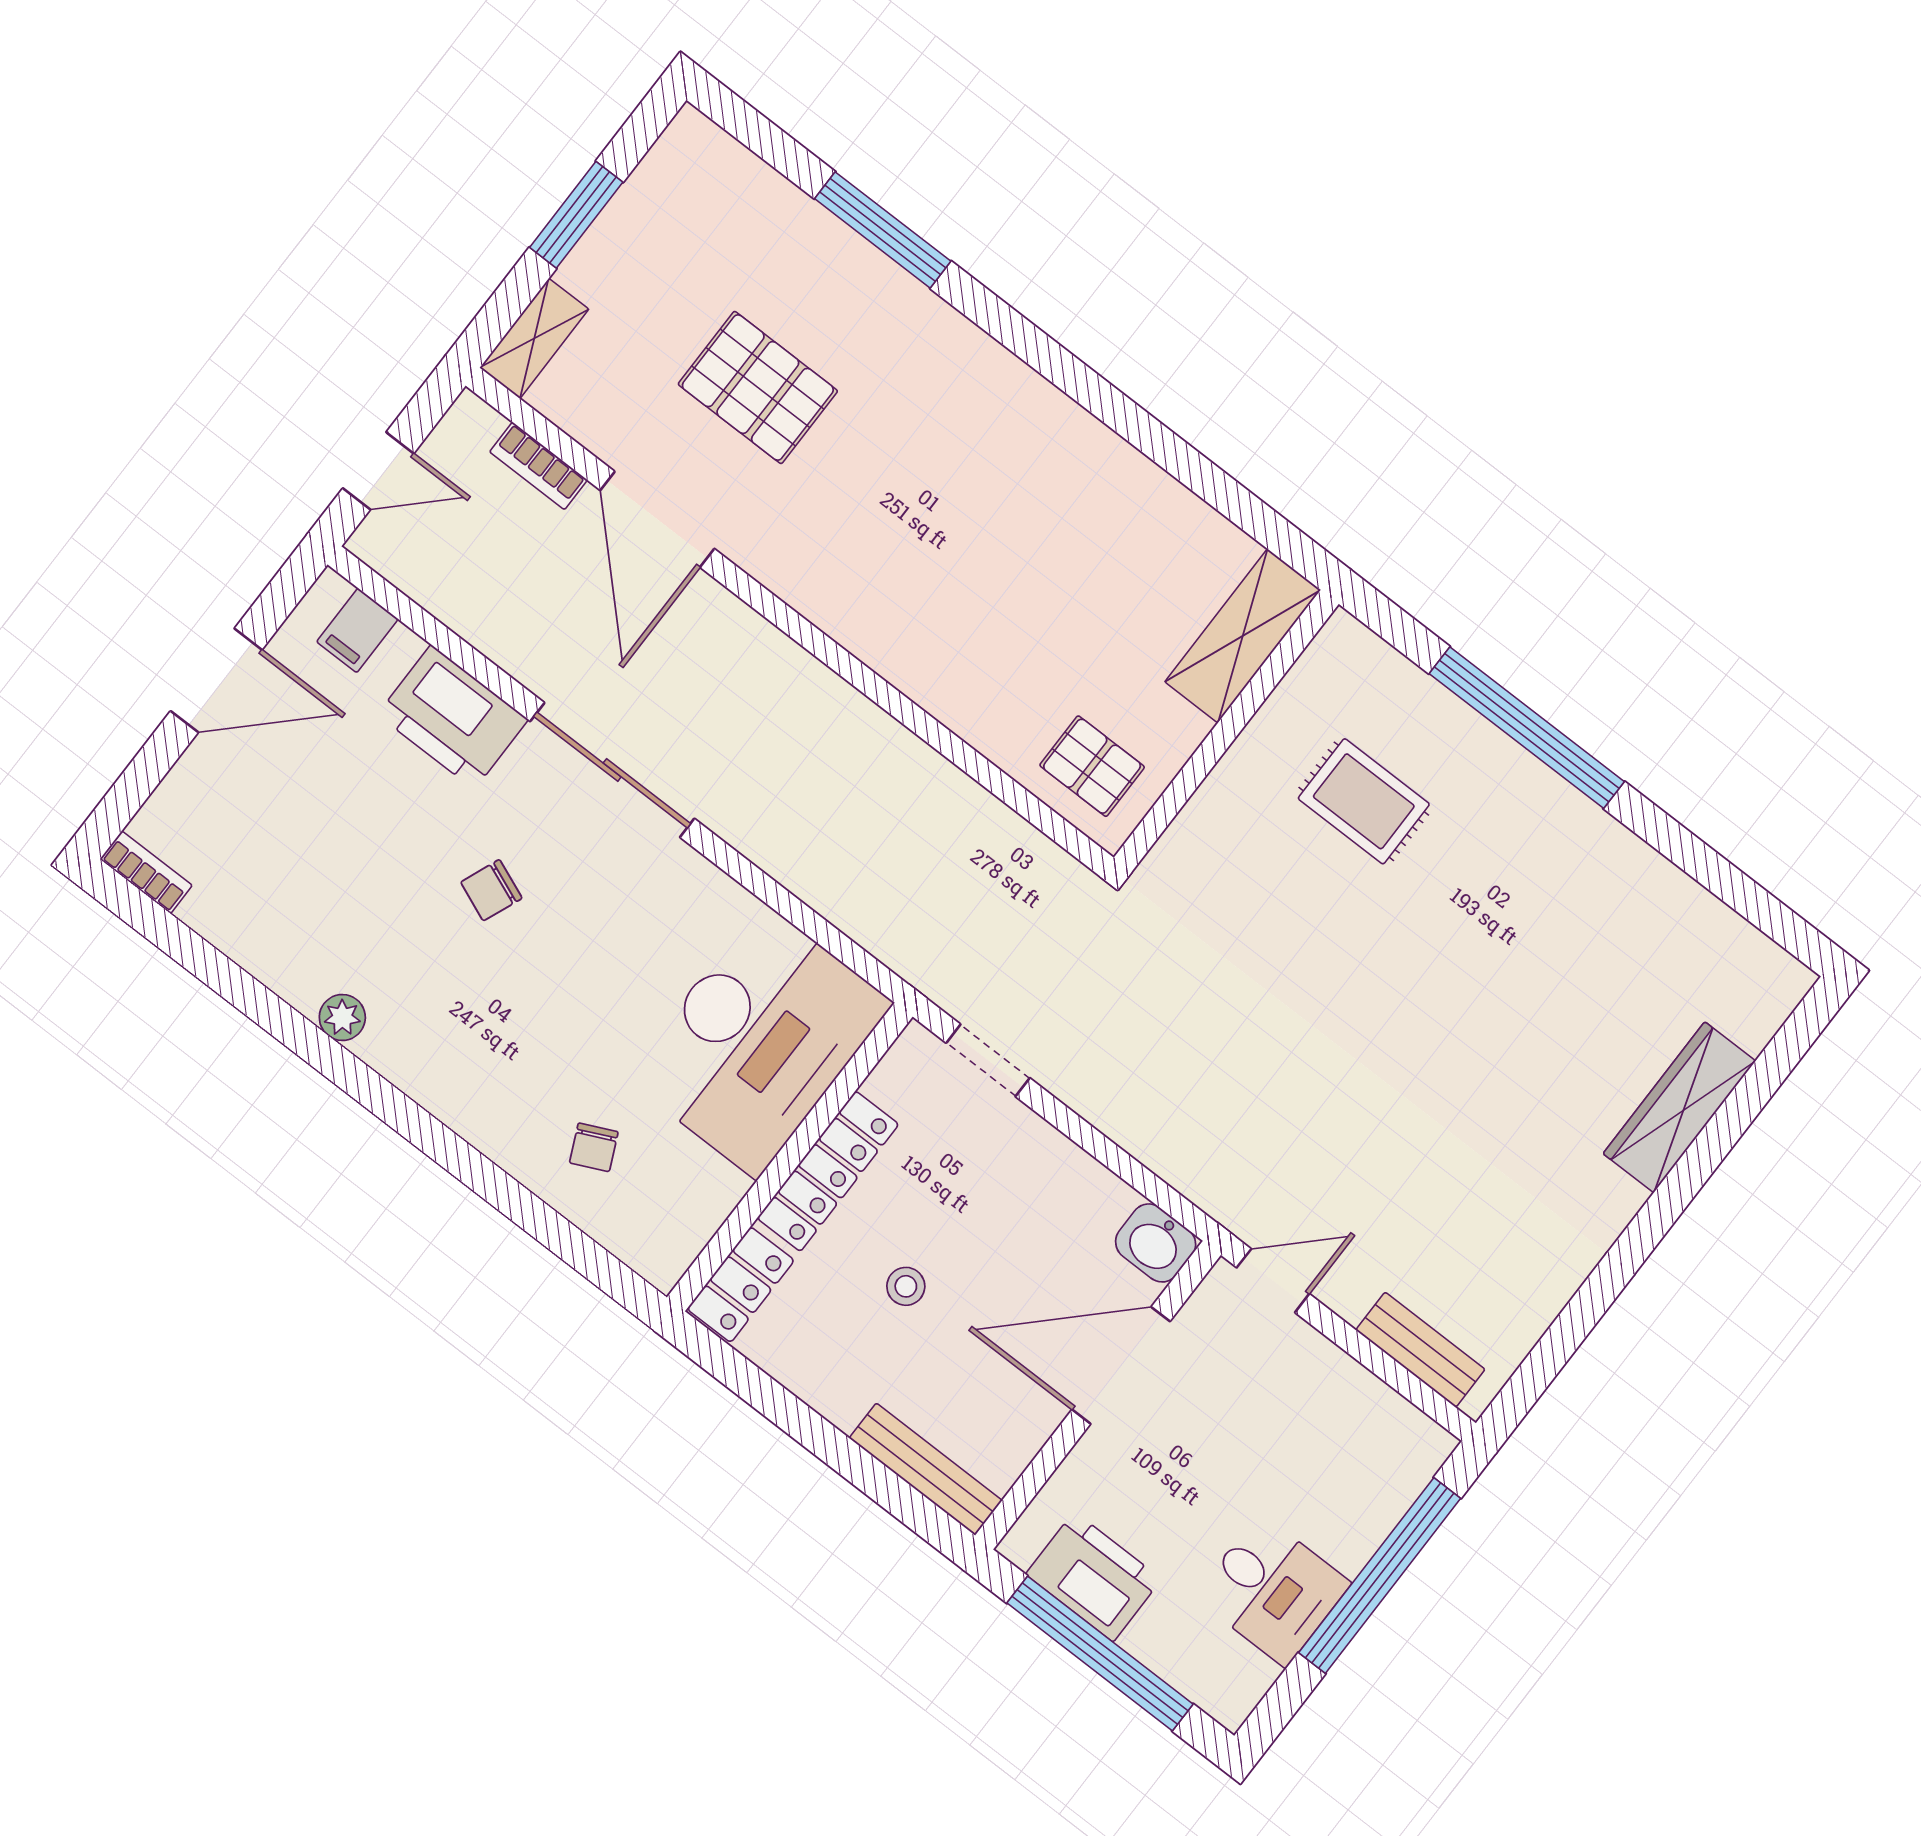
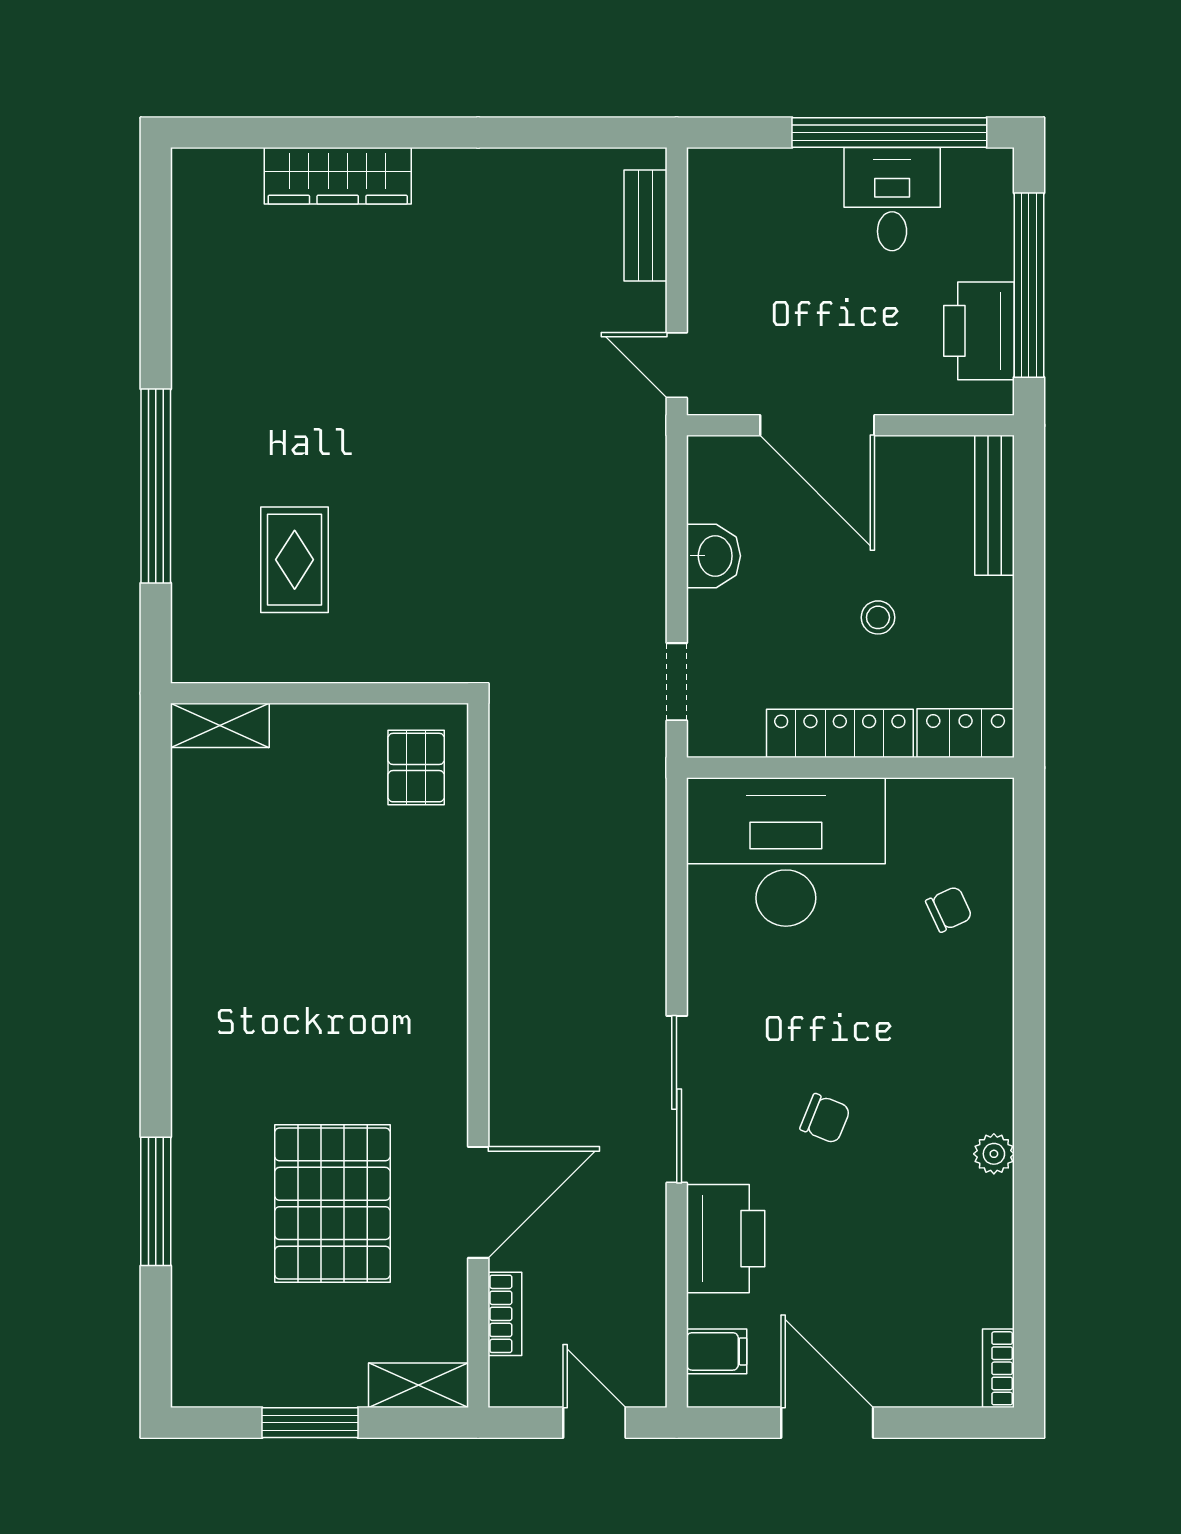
pallet: (758, 388) -> (332, 1203), width x1.37, depth x1.41
shelving: (1243, 636) -> (220, 725), width x0.67, depth x0.75
washbasin: (1156, 1243) -> (714, 556), moved
window: (1380, 1575) -> (889, 133), moved

